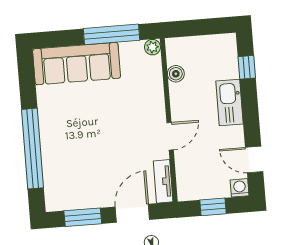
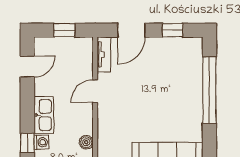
door: (254, 159) -> (27, 66), hinge flipped
washing machine: (240, 188) -> (41, 142), moved, turned -90
window: (83, 217) -> (173, 30), width x0.67

